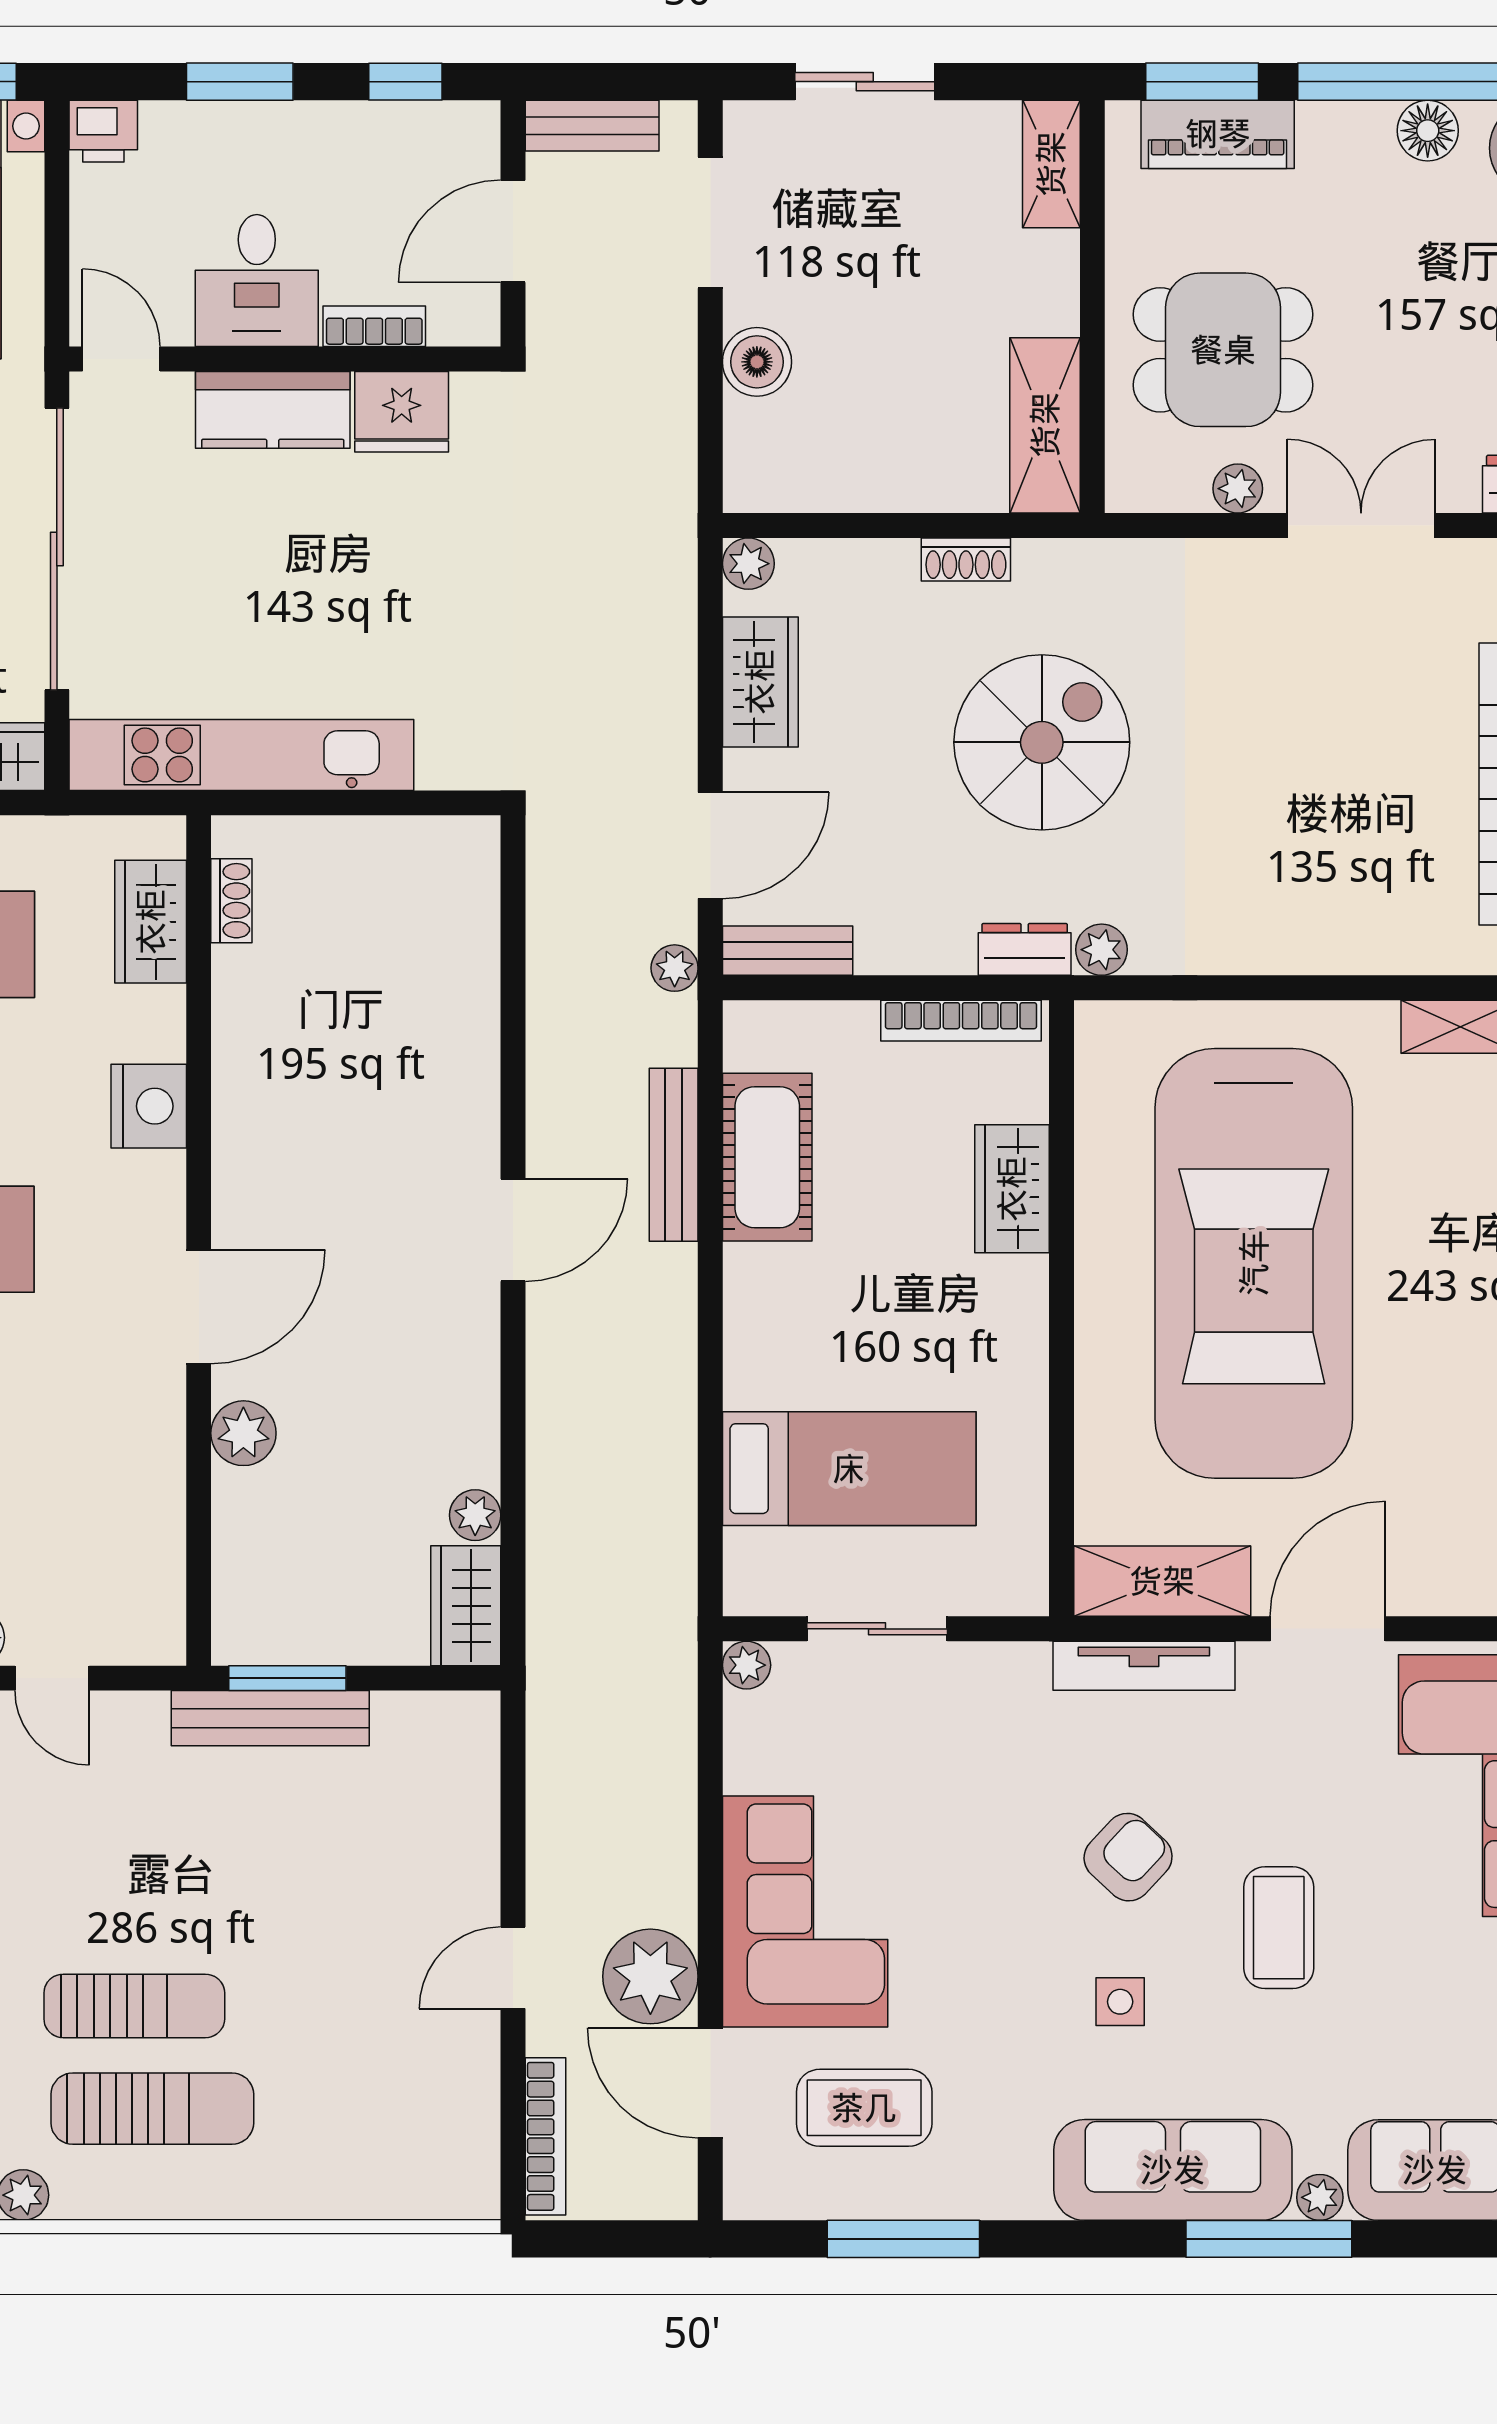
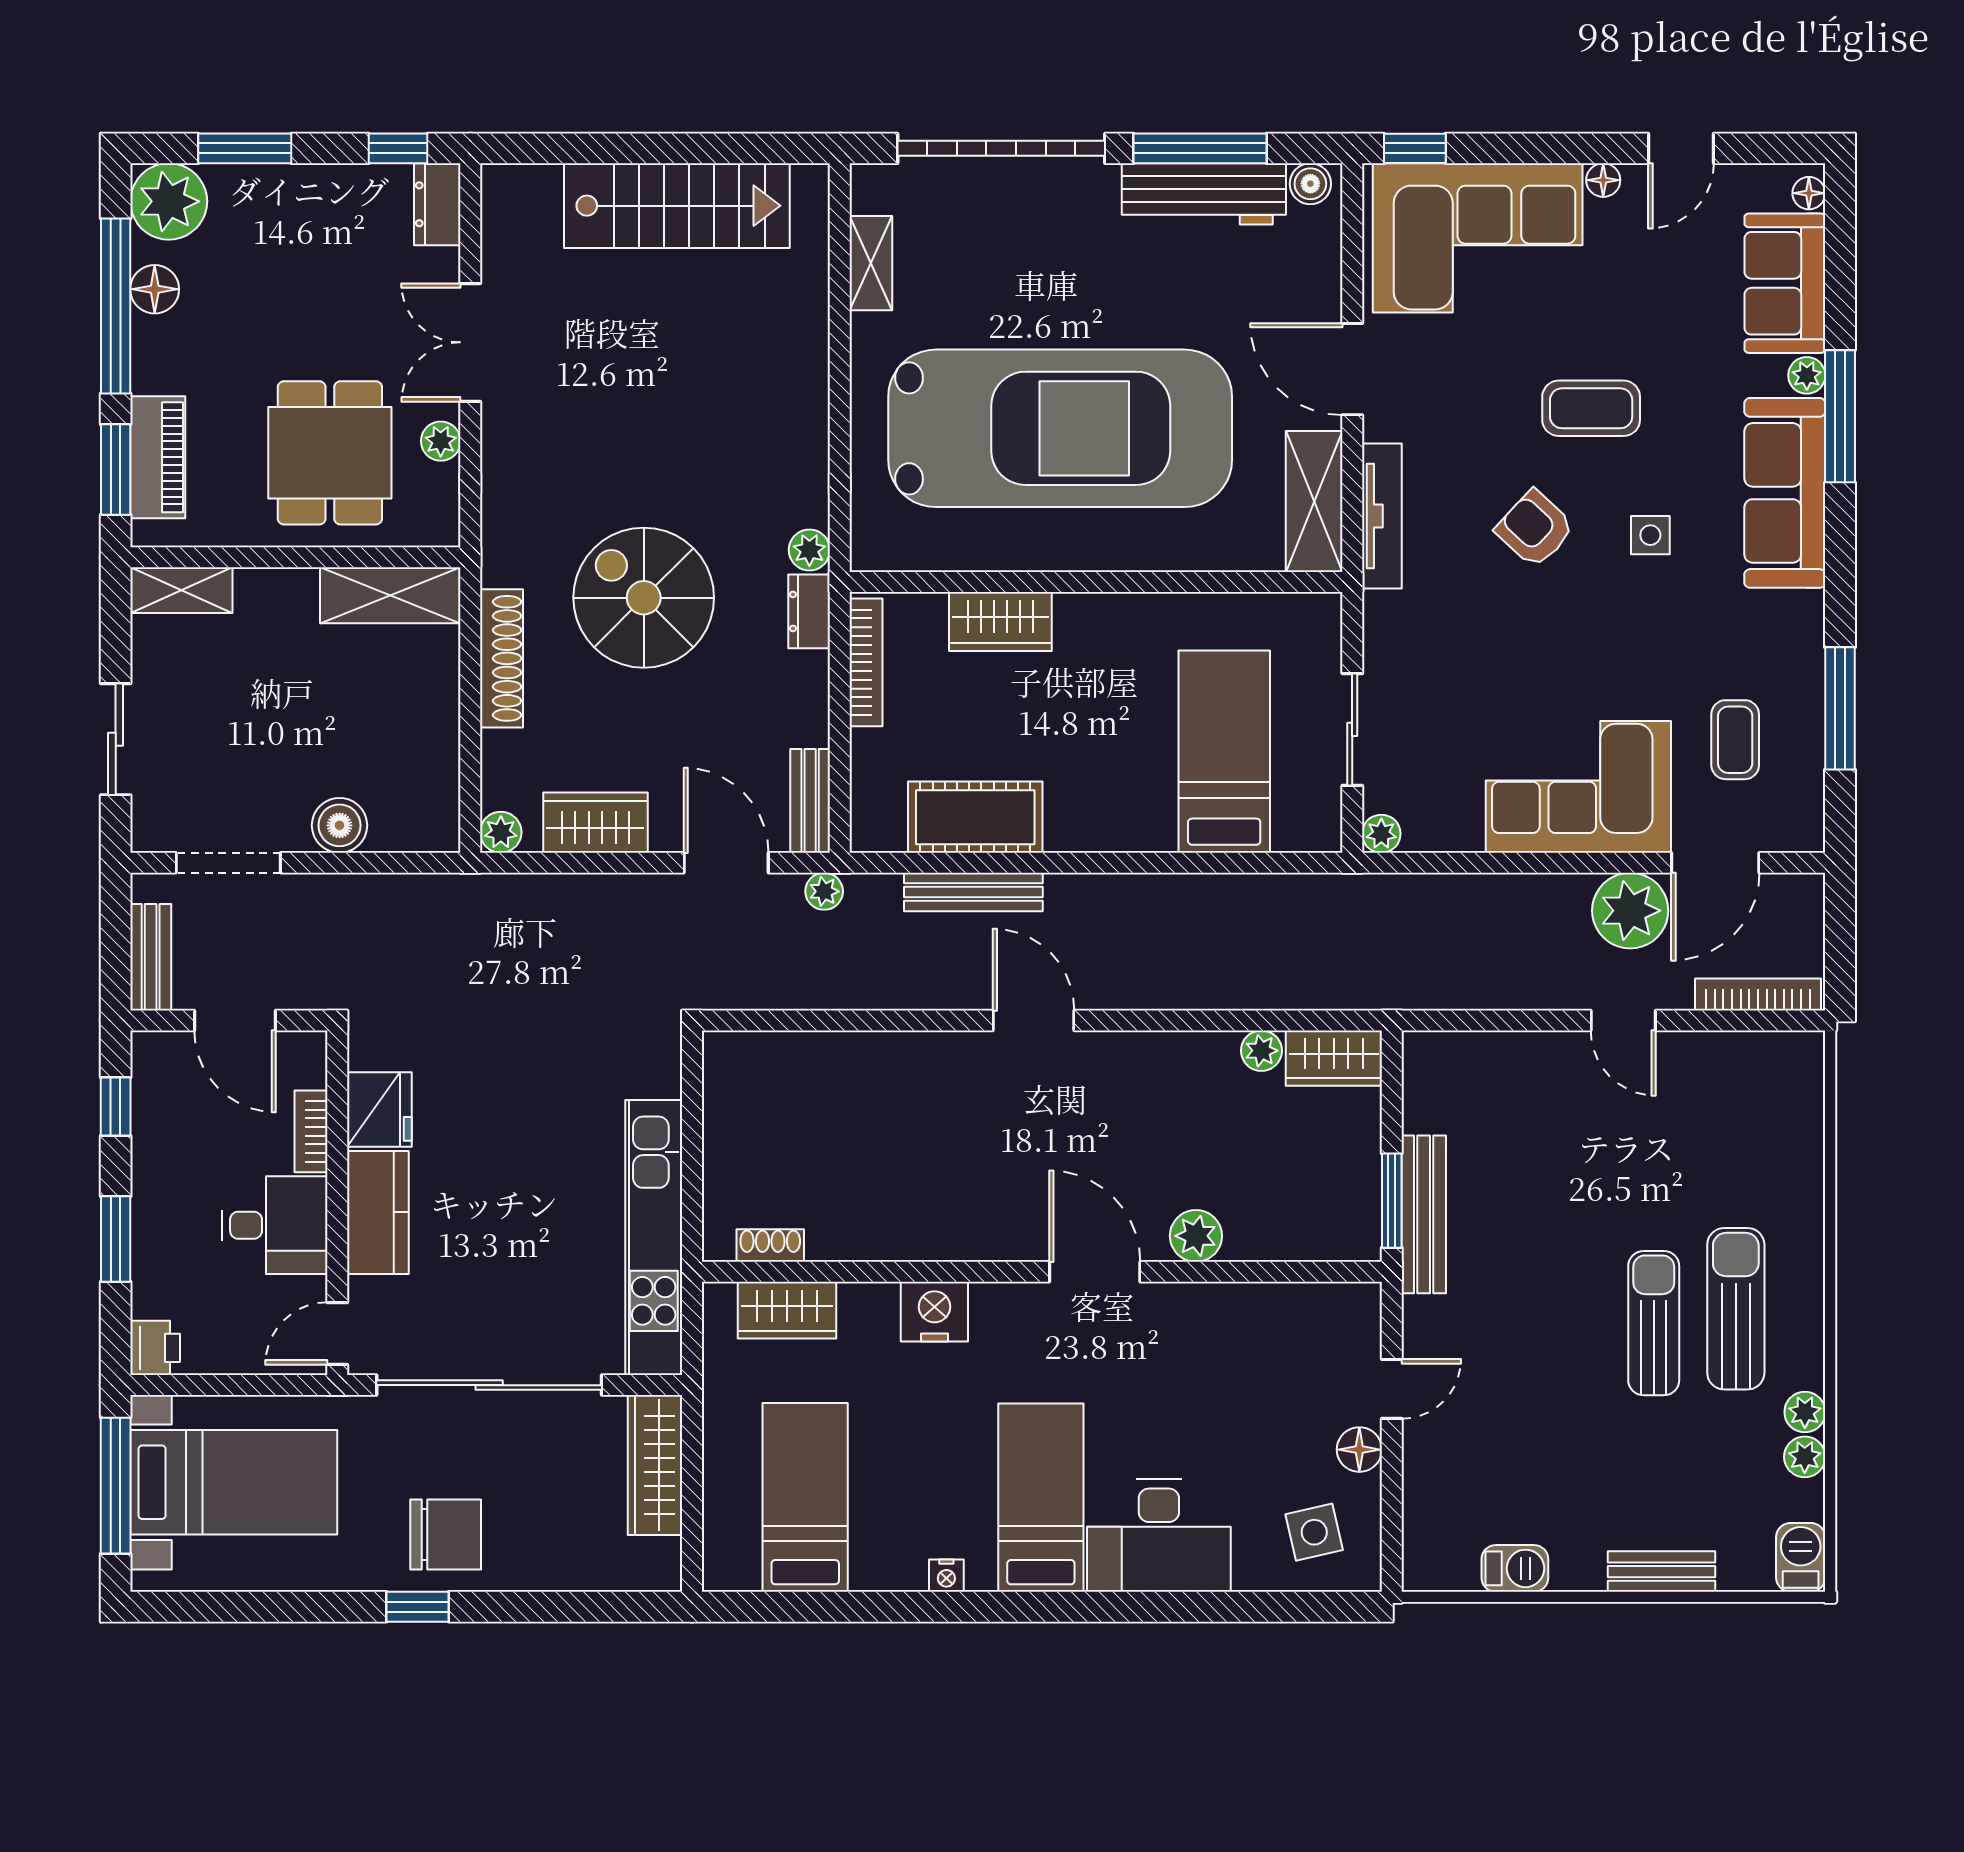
shoe rack: (966, 559) -> (502, 658), width x1.94, depth x1.24
coffee table: (864, 2108) -> (1735, 740), width x0.73, depth x0.77

